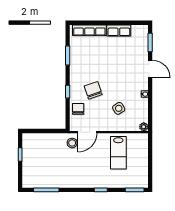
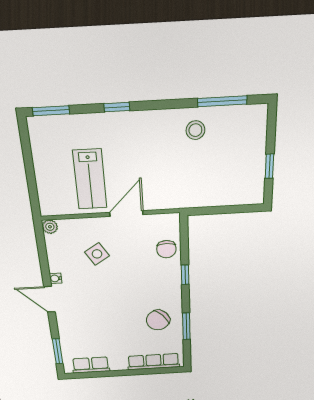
row of seats: (119, 30) -> (91, 365), moved
door: (150, 69) -> (50, 299), moved
chair: (93, 90) -> (158, 320), moved, turned 67
door: (87, 132) -> (126, 213), moved
stool: (72, 143) -> (195, 130), moved
lab bench: (118, 153) -> (90, 179), turned 180

